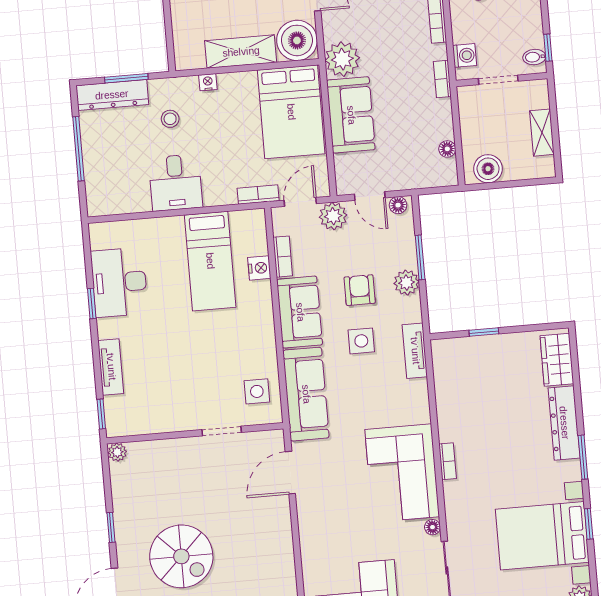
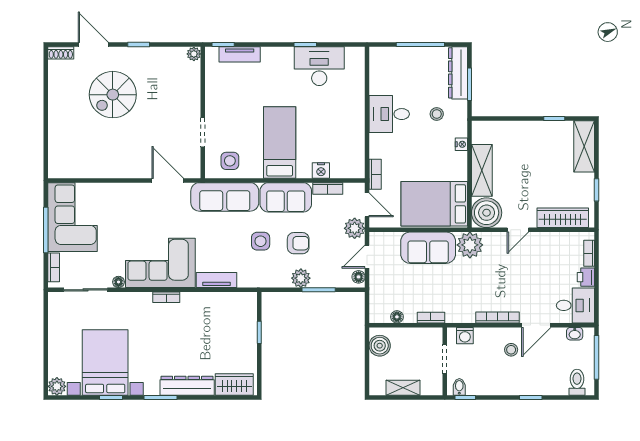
bookcase: (442, 79) -> (431, 318), moved
bed: (210, 261) -> (280, 142), moved, turned 90
tv unit: (415, 351) -> (217, 280), moved
tv unit: (111, 367) -> (240, 54), moved

